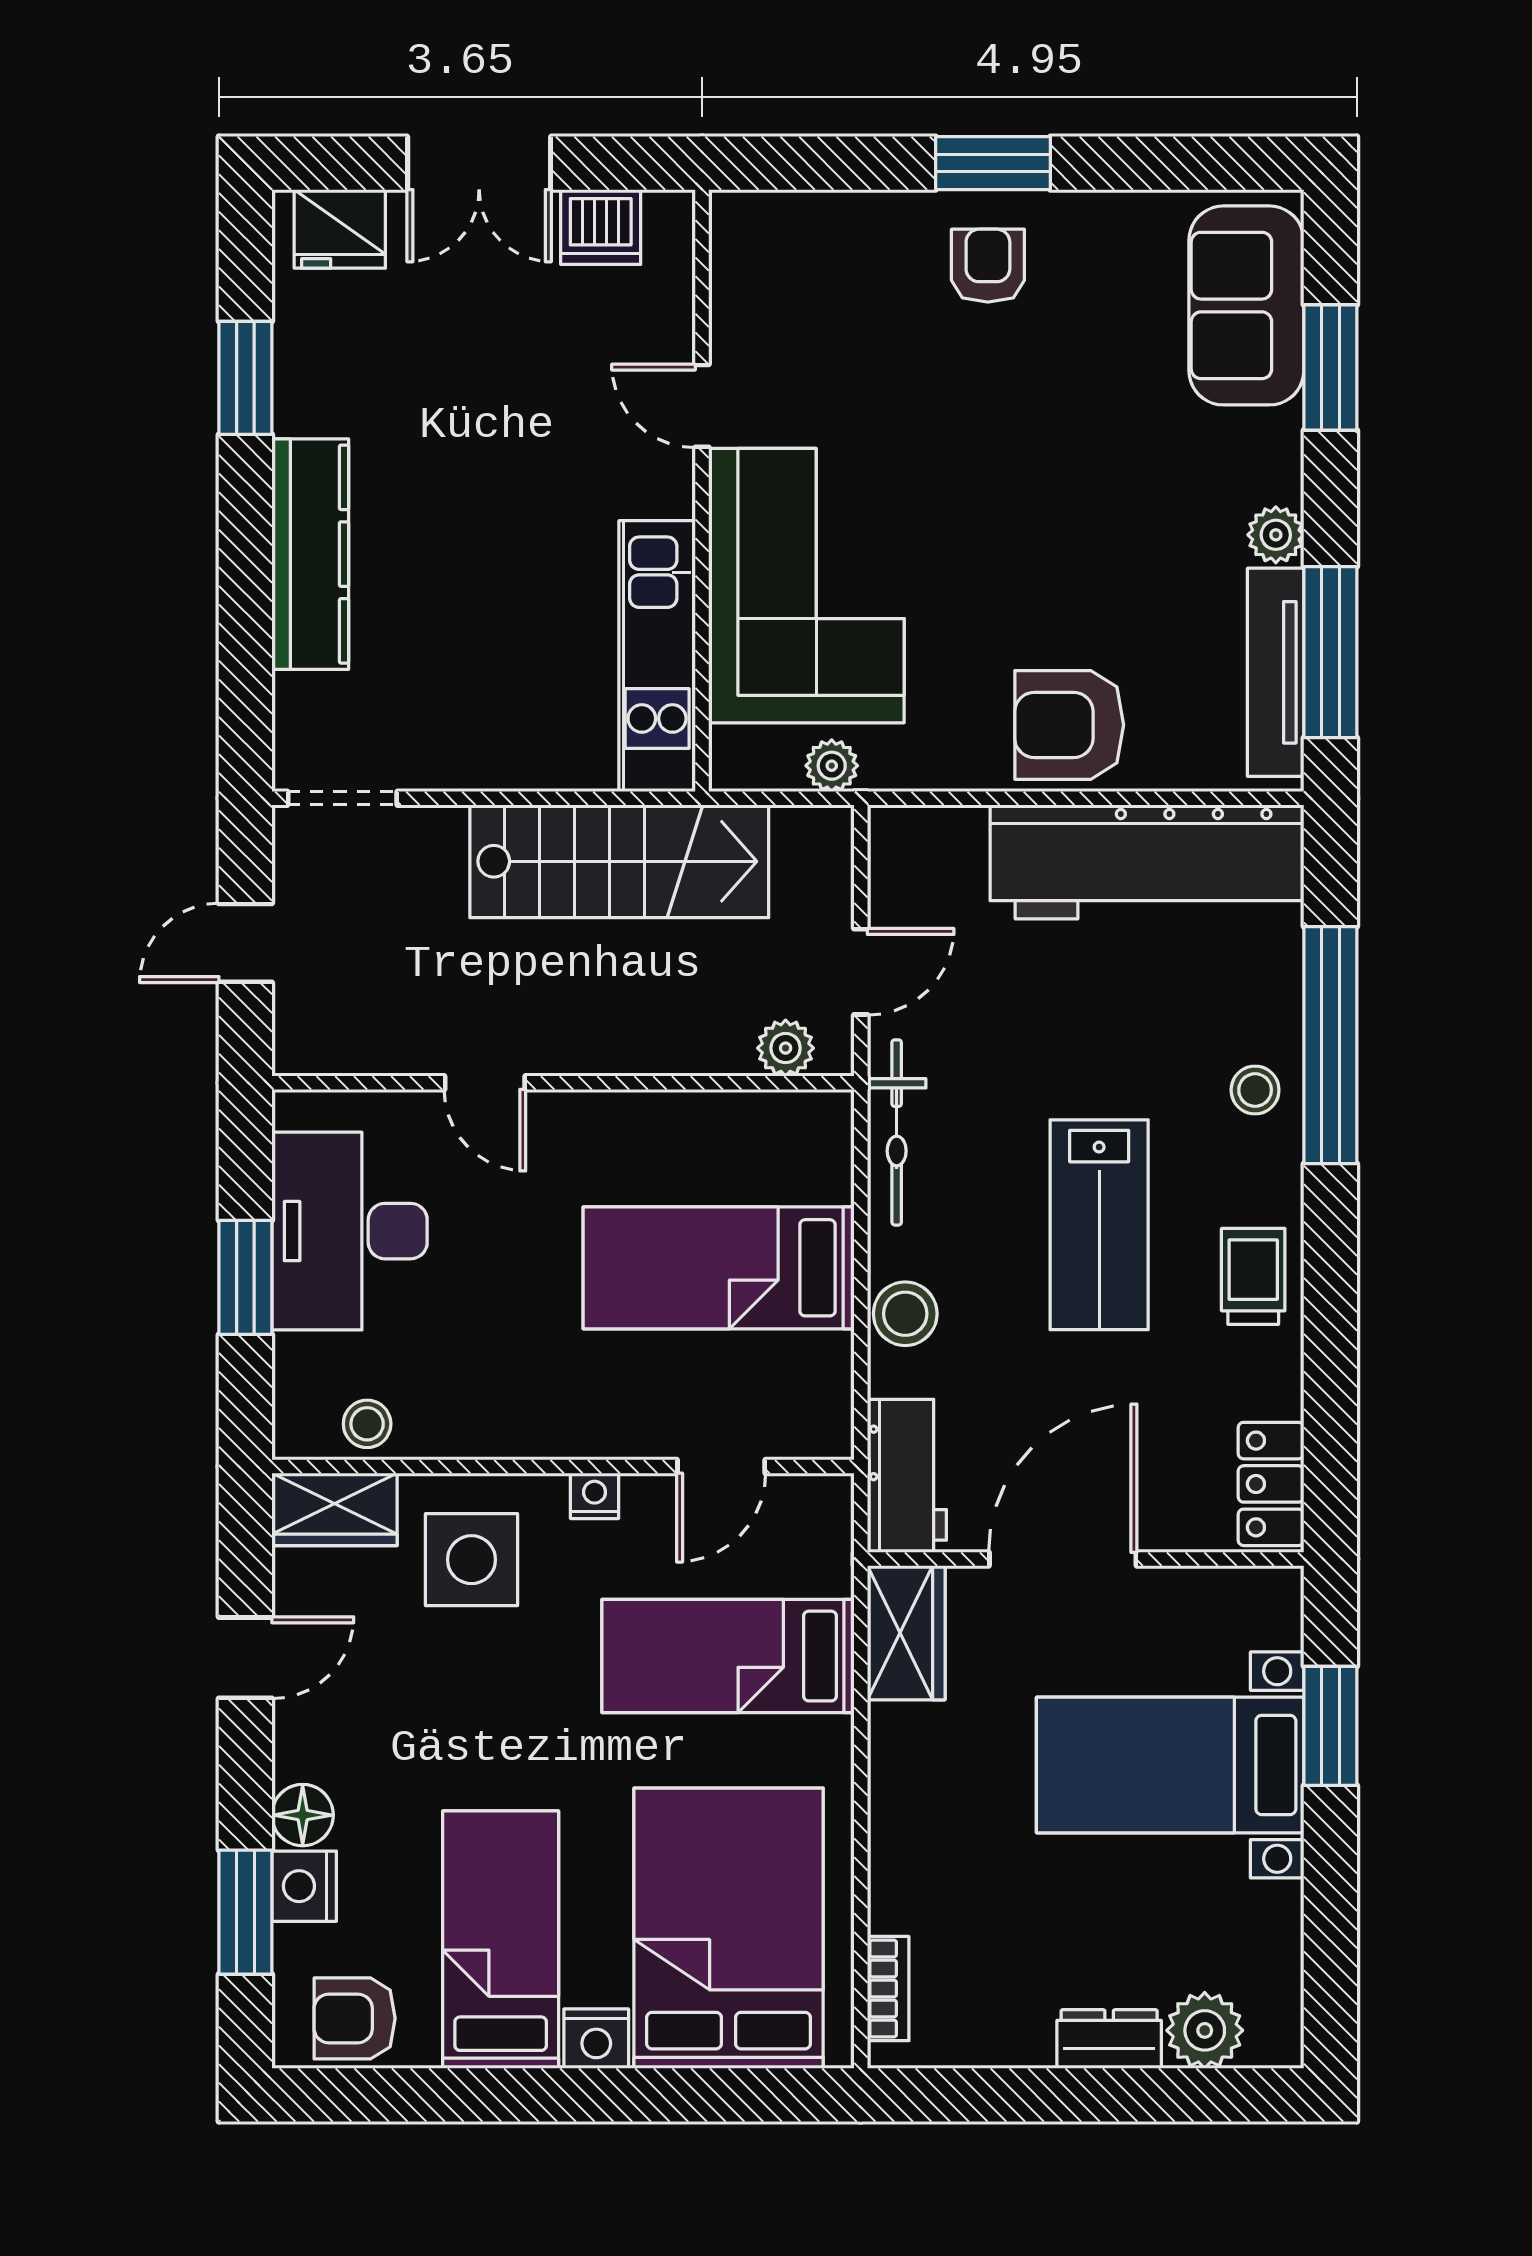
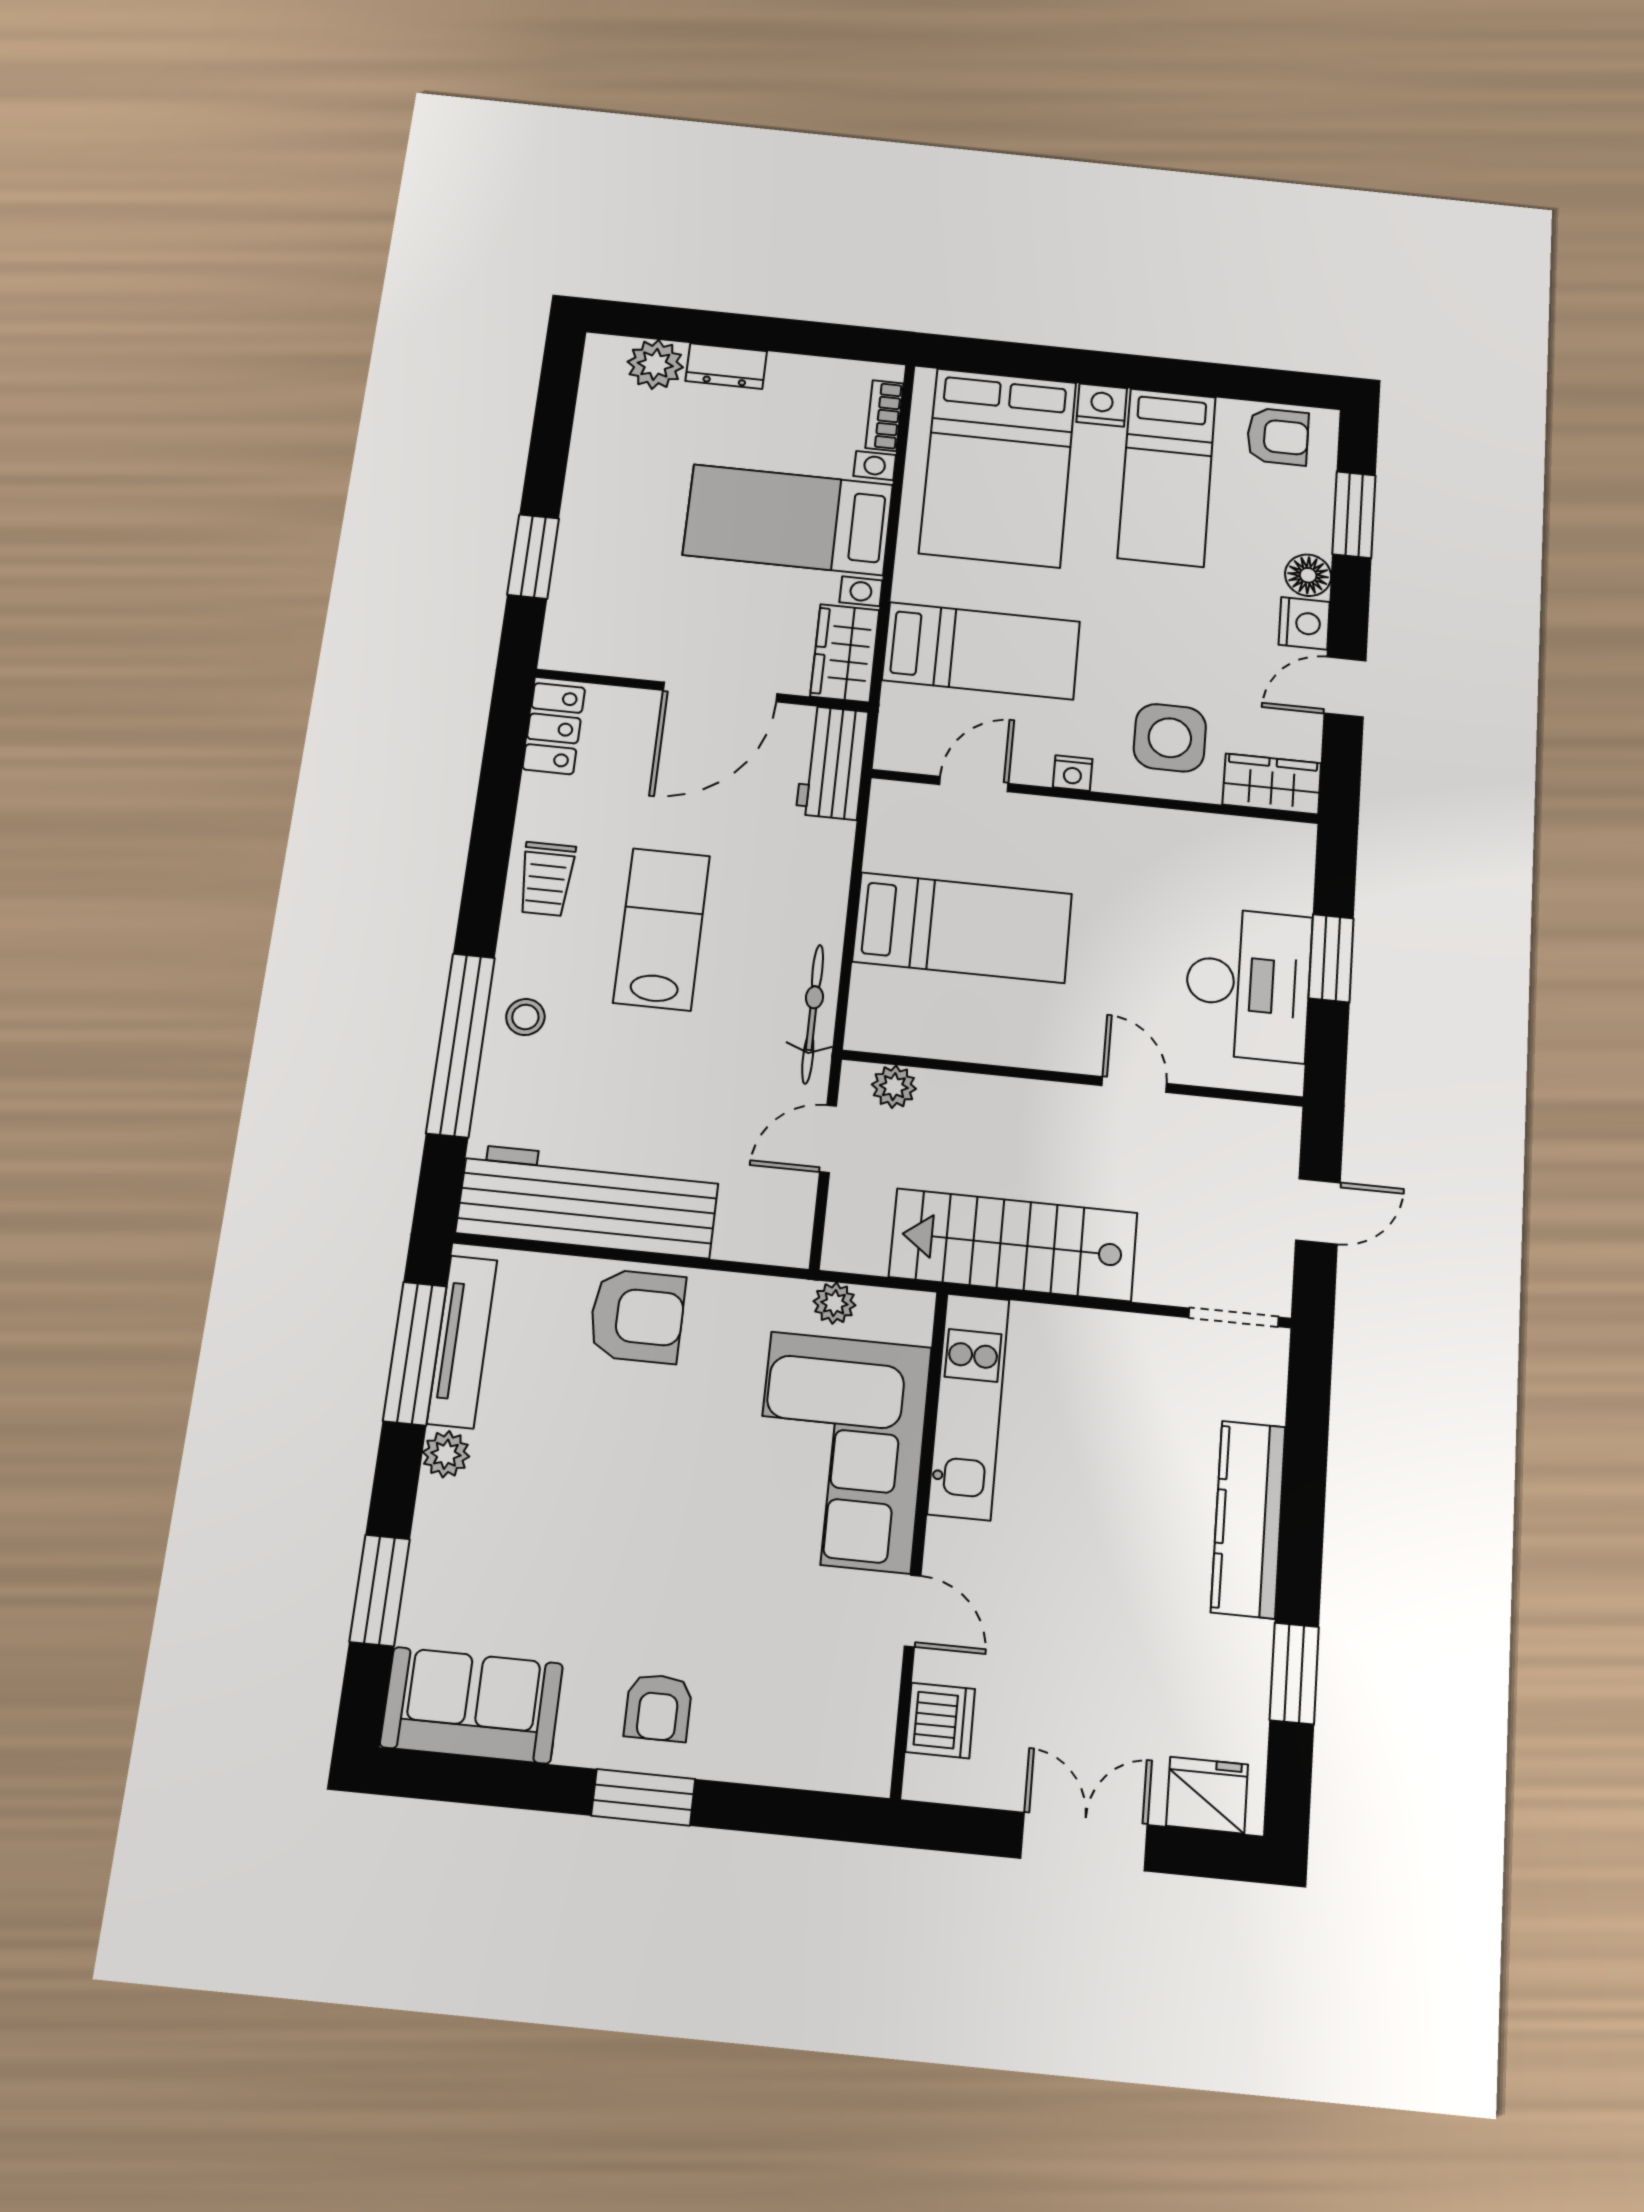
dishwasher: (601, 227) -> (940, 1720), moved, turned 90
sofa: (1246, 305) -> (472, 1705), moved, turned -90
stool: (905, 1314) -> (821, 879), removed
stool: (367, 1424) -> (1243, 842), removed
bed with nightstands: (1170, 1765) -> (788, 520), moved, turned 180
nightstand: (304, 1886) -> (1304, 623), moved

